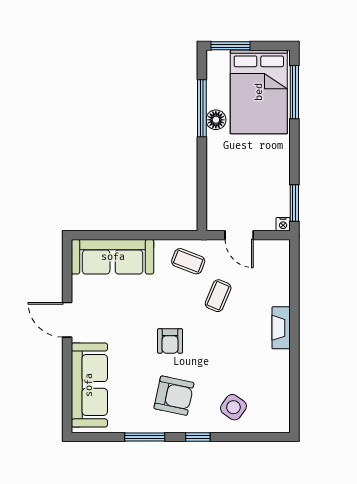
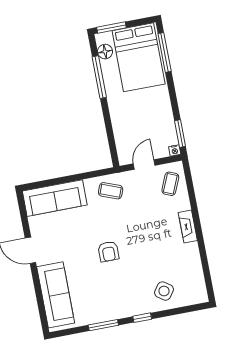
floor lamp: (216, 120) -> (105, 52), moved
door: (239, 235) -> (144, 165), swing flipped
coffee table: (218, 296) -> (170, 184), moved
armchair: (174, 396) -> (119, 291), removed

